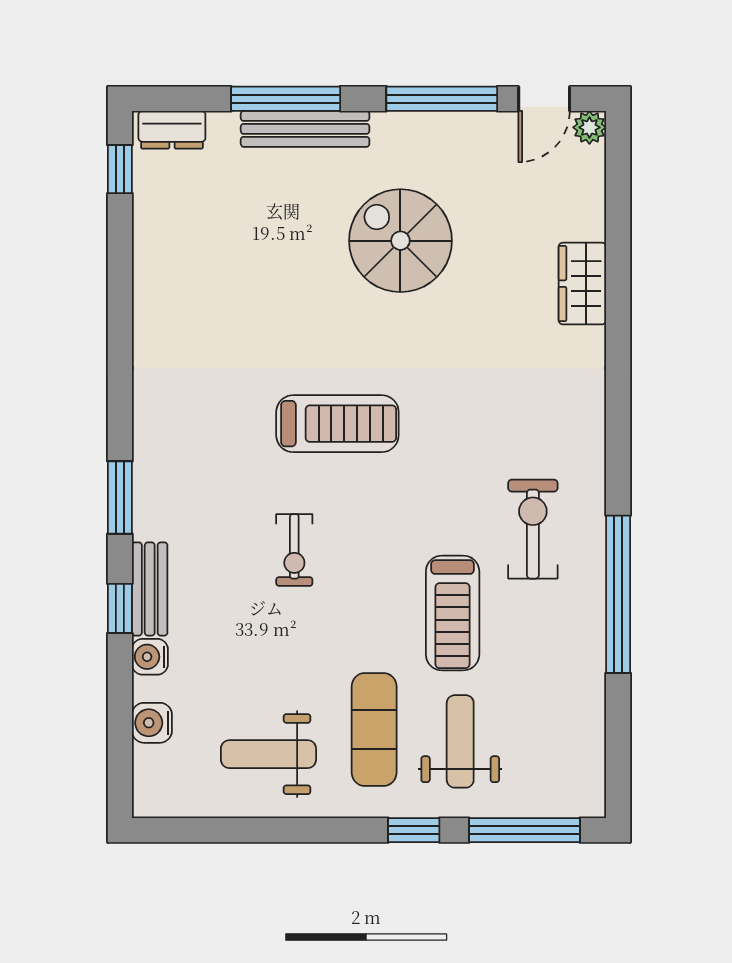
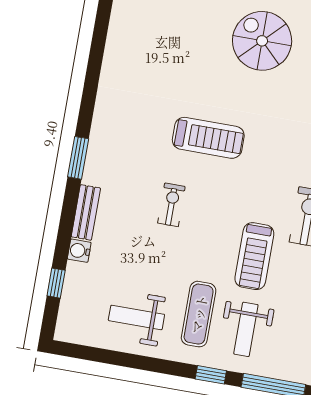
exercise bike: (294, 550) -> (171, 205), turned 180
window: (120, 608) -> (56, 283), moved
water cooler: (152, 723) -> (74, 288), removed
weight bench: (460, 741) -> (246, 329), turned 180

